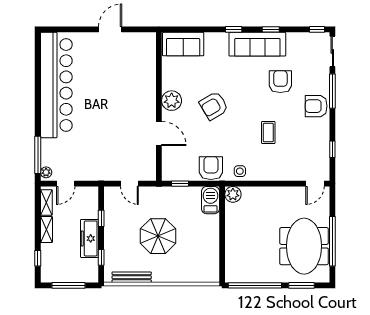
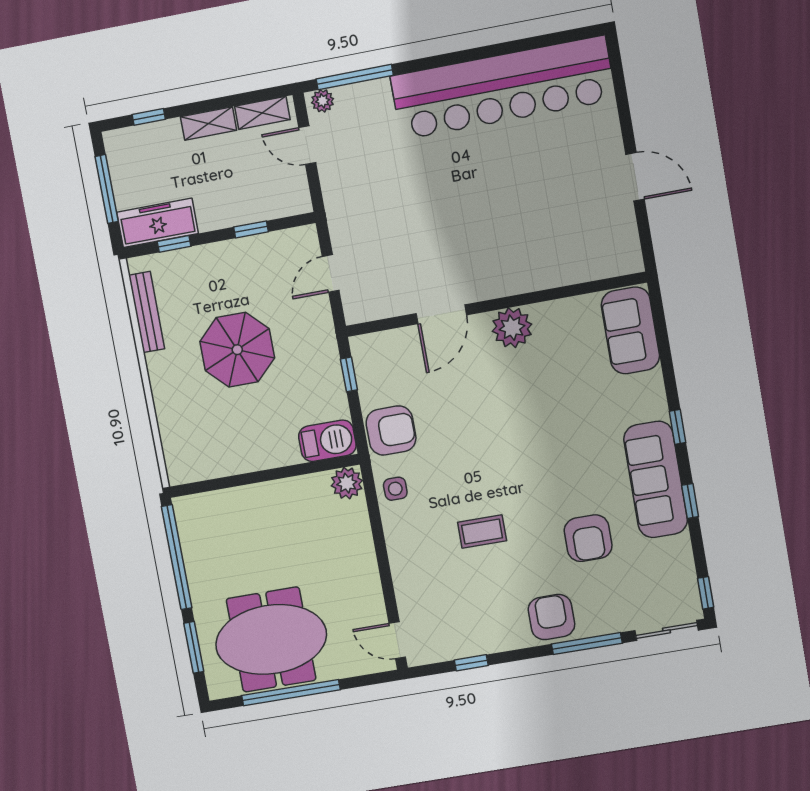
armchair: (280, 82) -> (588, 538), turned 90
armchair: (214, 106) -> (516, 414), removed
freezer: (89, 238) -> (157, 223), moved

